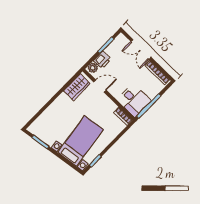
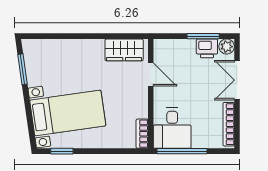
printer: (102, 60) -> (207, 48), moved
plant: (93, 68) -> (227, 47), moved

